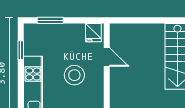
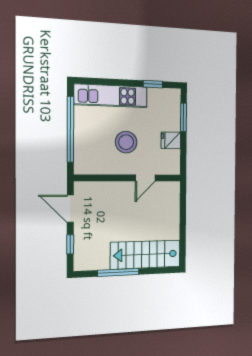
fridge: (93, 33) -> (171, 140), moved

